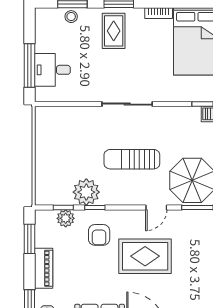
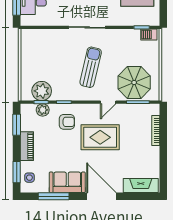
sun lounger: (132, 159) -> (91, 67), turned 103
plant: (86, 192) -> (42, 91), moved
armchair: (99, 235) -> (67, 122), turned -90

